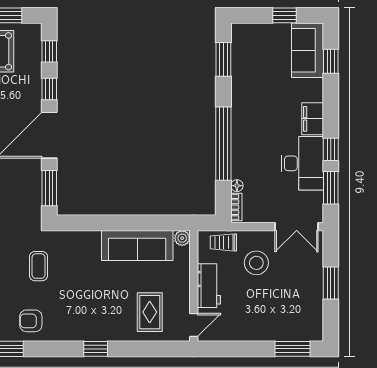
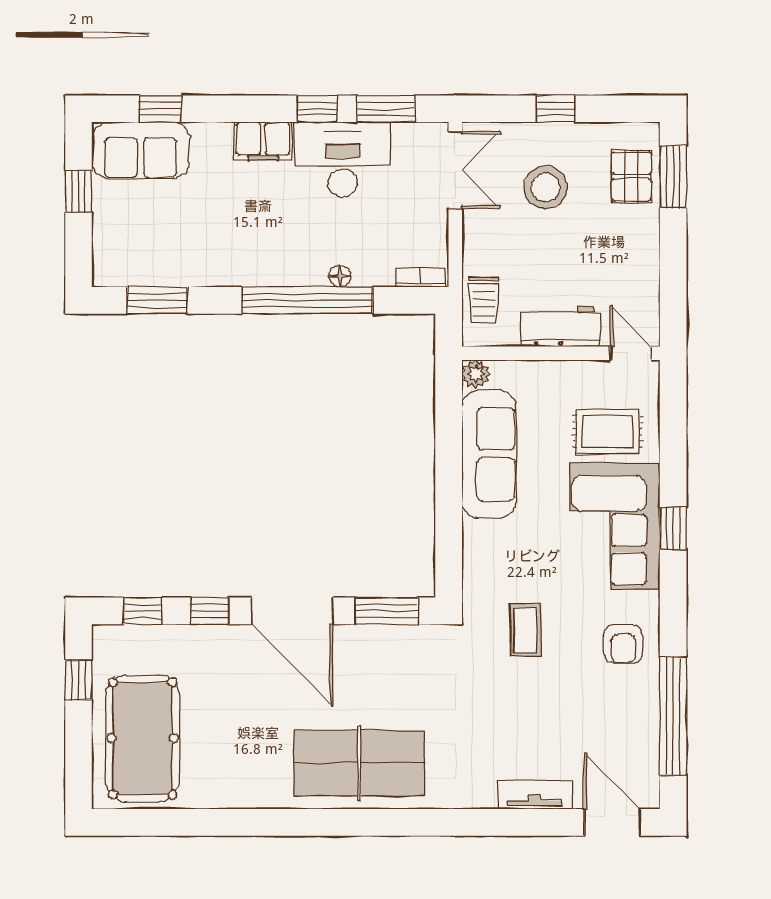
floor lamp: (237, 186) -> (340, 276), moved
stool: (256, 263) -> (546, 187), moved
coffee table: (39, 266) -> (526, 630), turned 90
window: (331, 283) -> (556, 109), width x0.67
corner sofa: (97, 316) -> (615, 526), added
pallet: (293, 325) -> (631, 176), added

